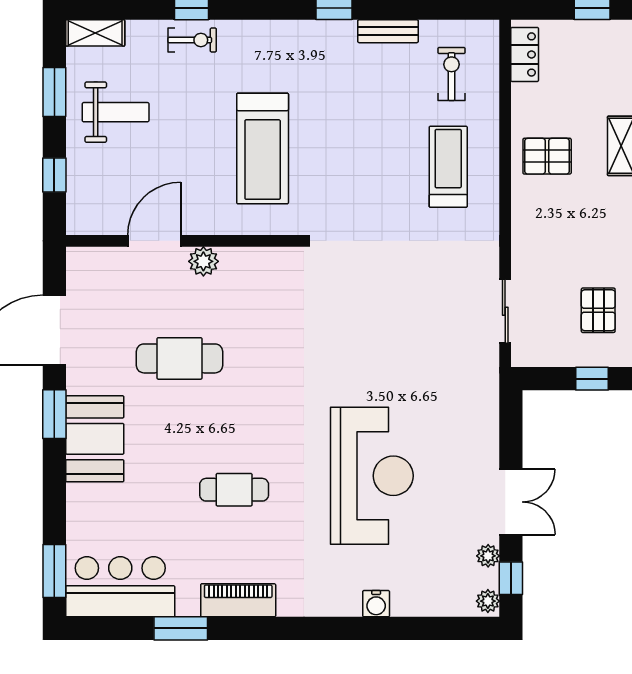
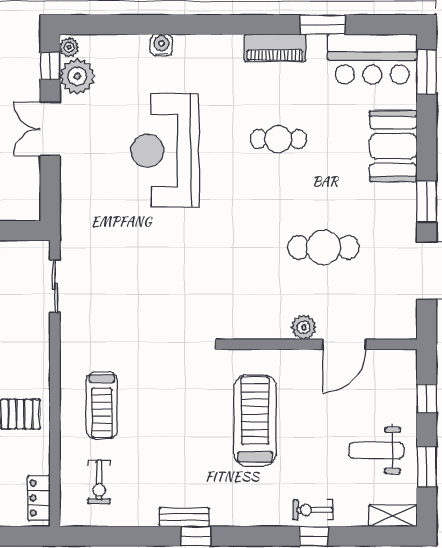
bench: (388, 31) -> (184, 517), moved
booth: (95, 439) -> (393, 146), moved
plant: (488, 556) -> (77, 76), width x1.87, depth x1.87

